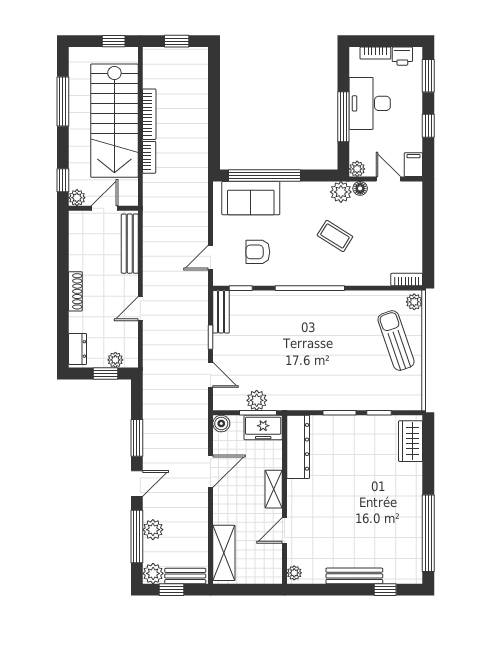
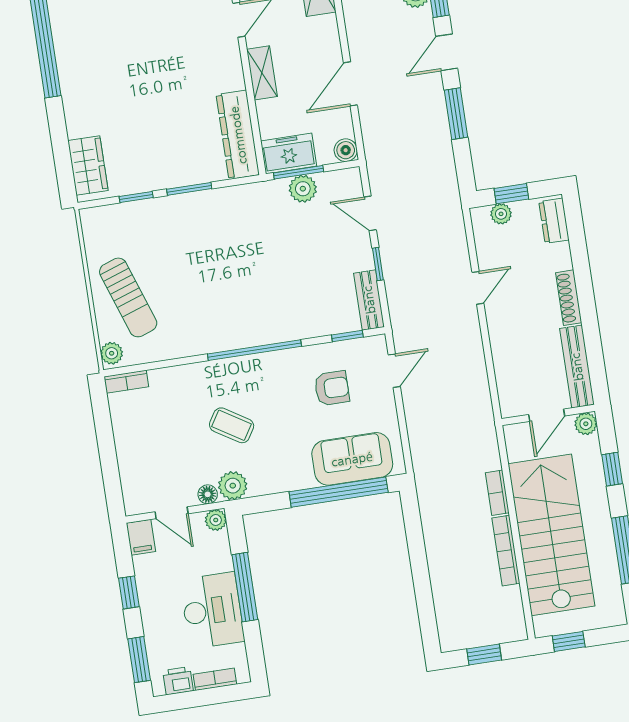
window: (63, 180) -> (612, 469), moved
bench: (130, 244) -> (577, 367), moved

